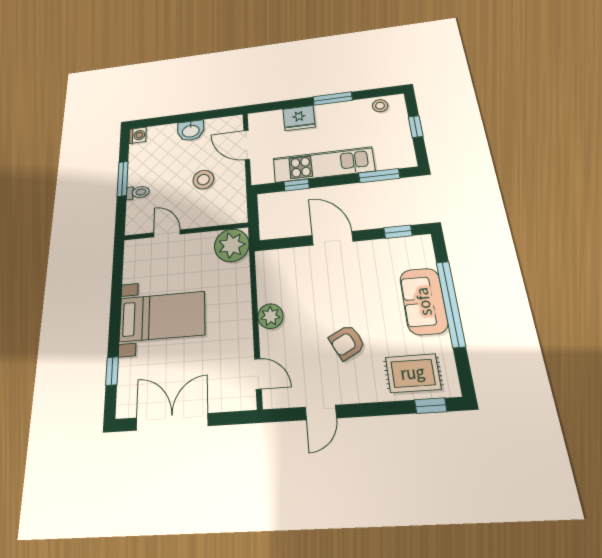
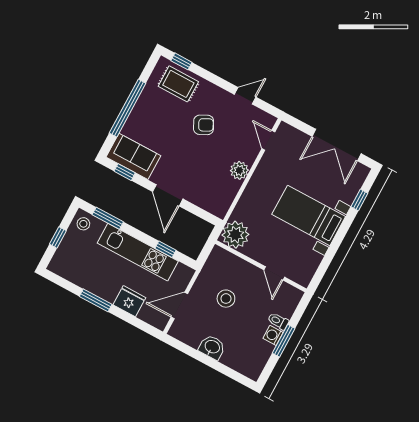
stool: (380, 106) -> (83, 224), moved
washing machine: (138, 135) -> (273, 335), moved
door: (247, 145) -> (179, 305), swing flipped
sofa: (424, 301) -> (133, 156), moved, turned -90

